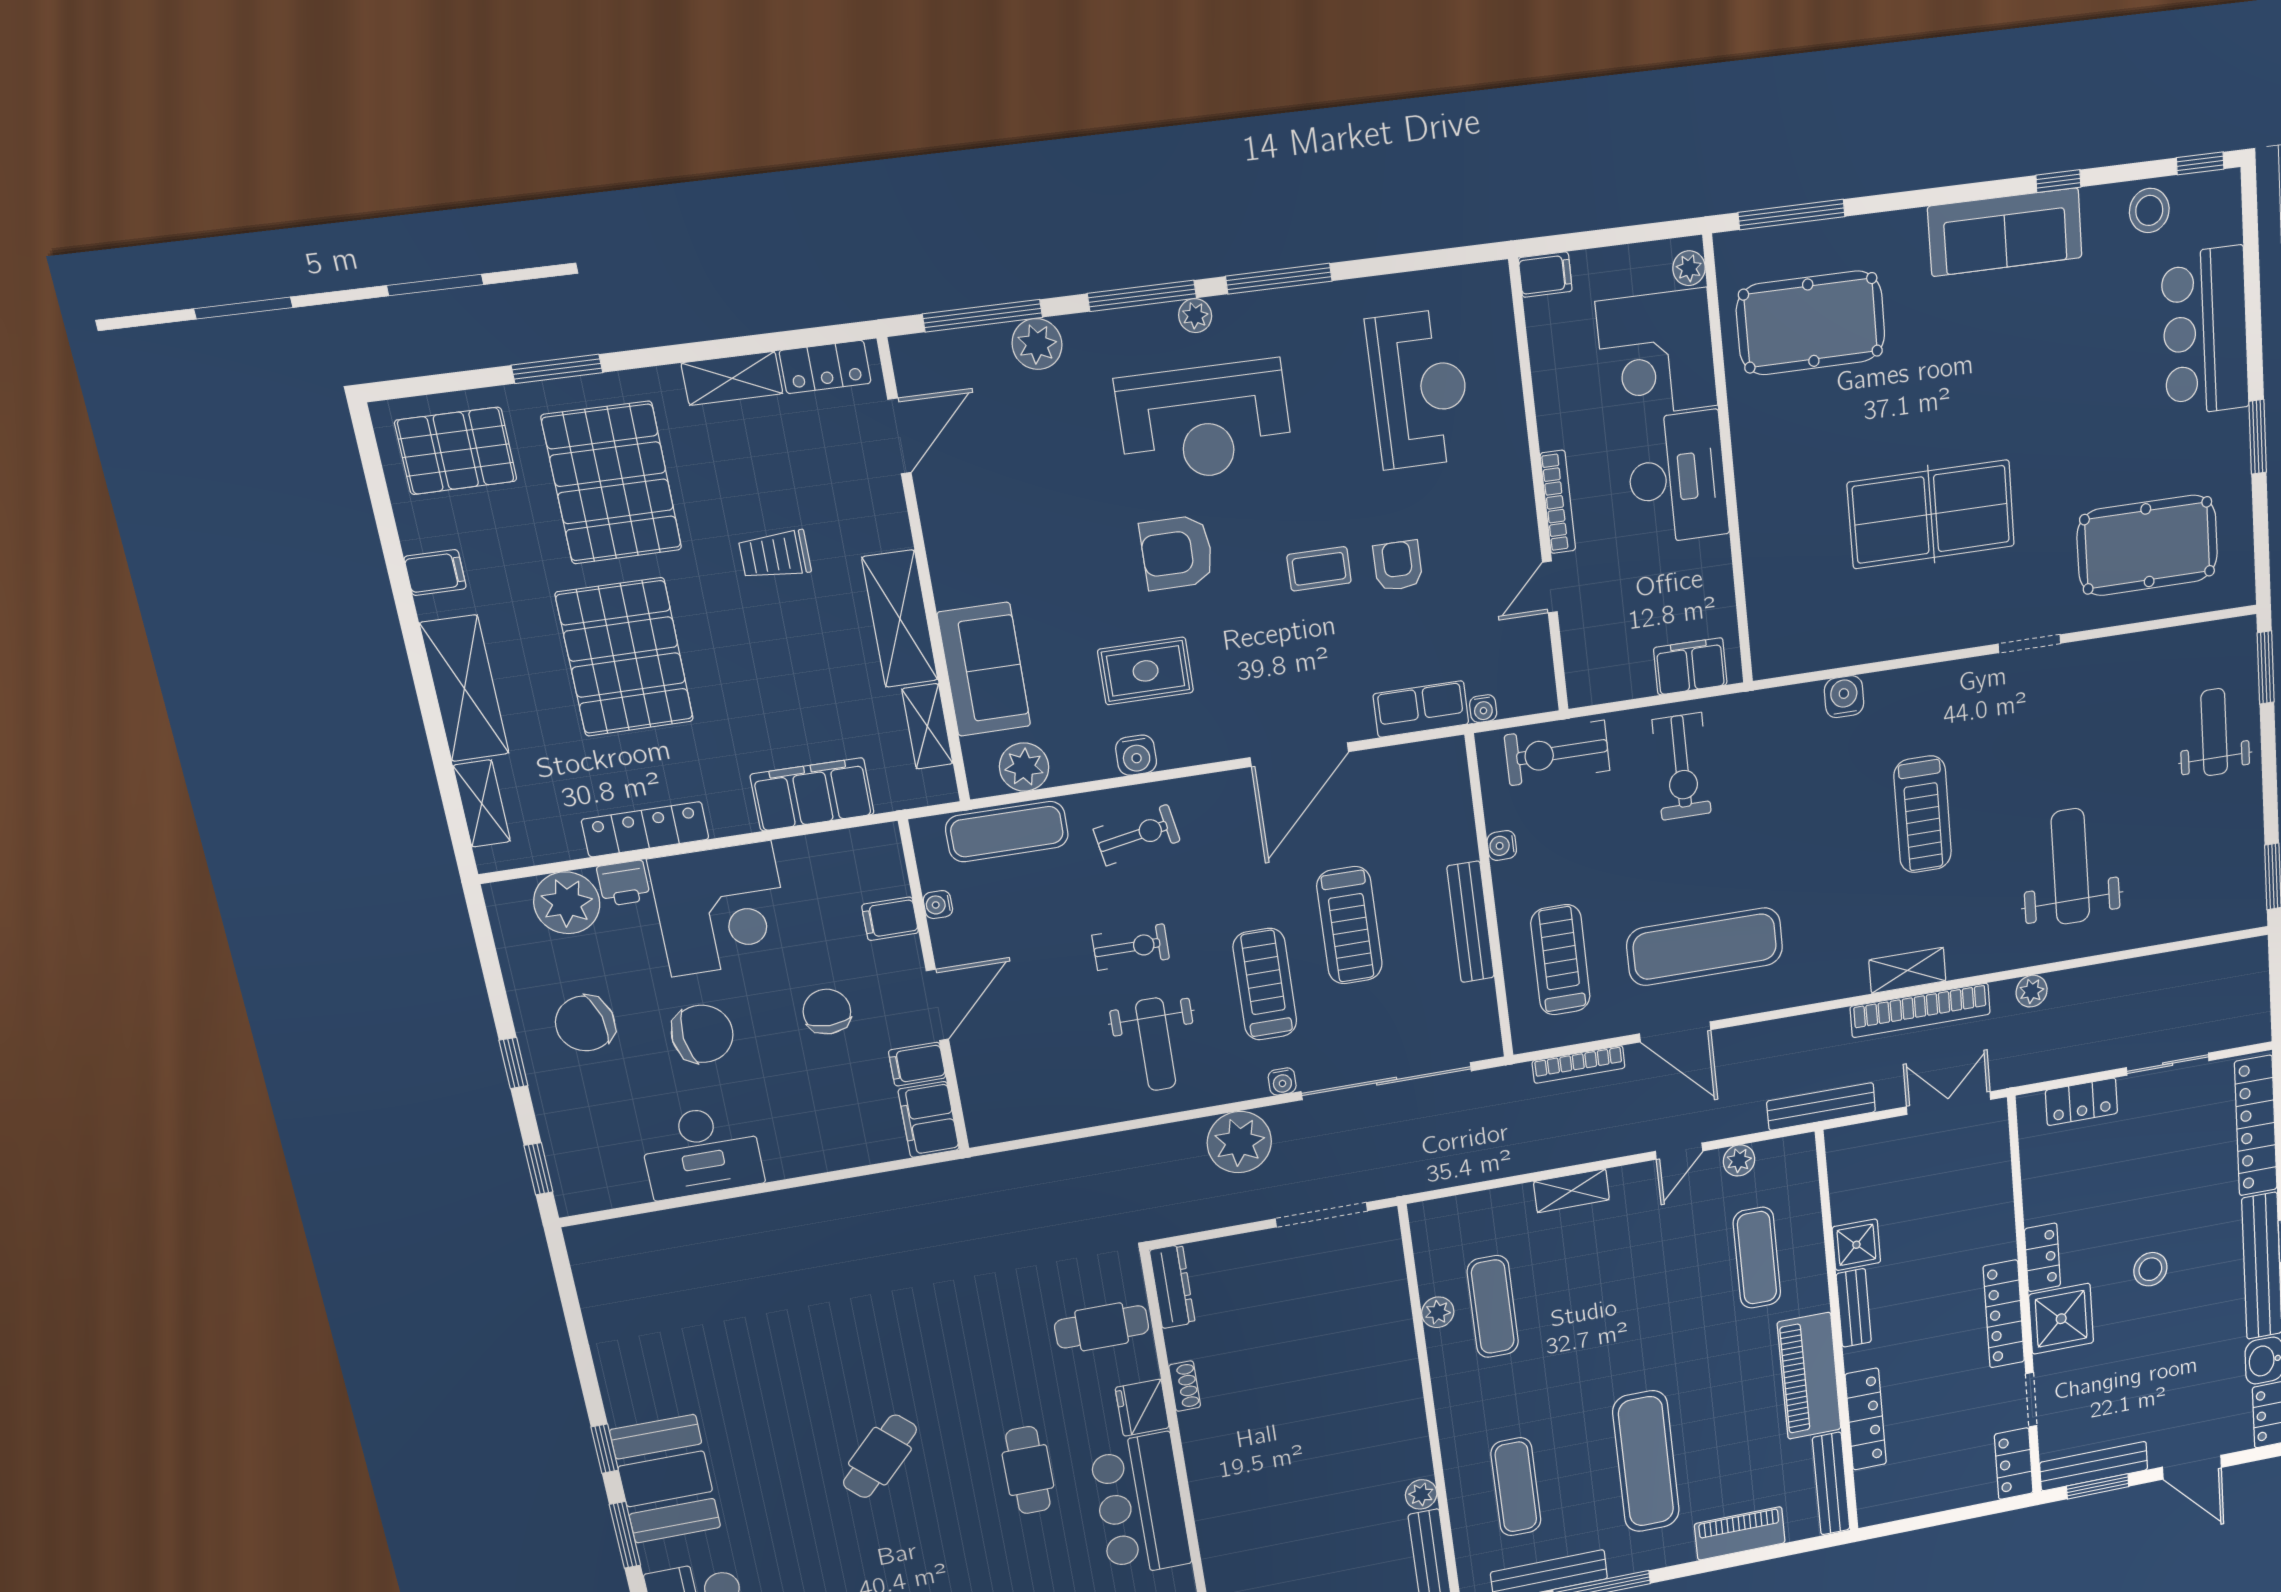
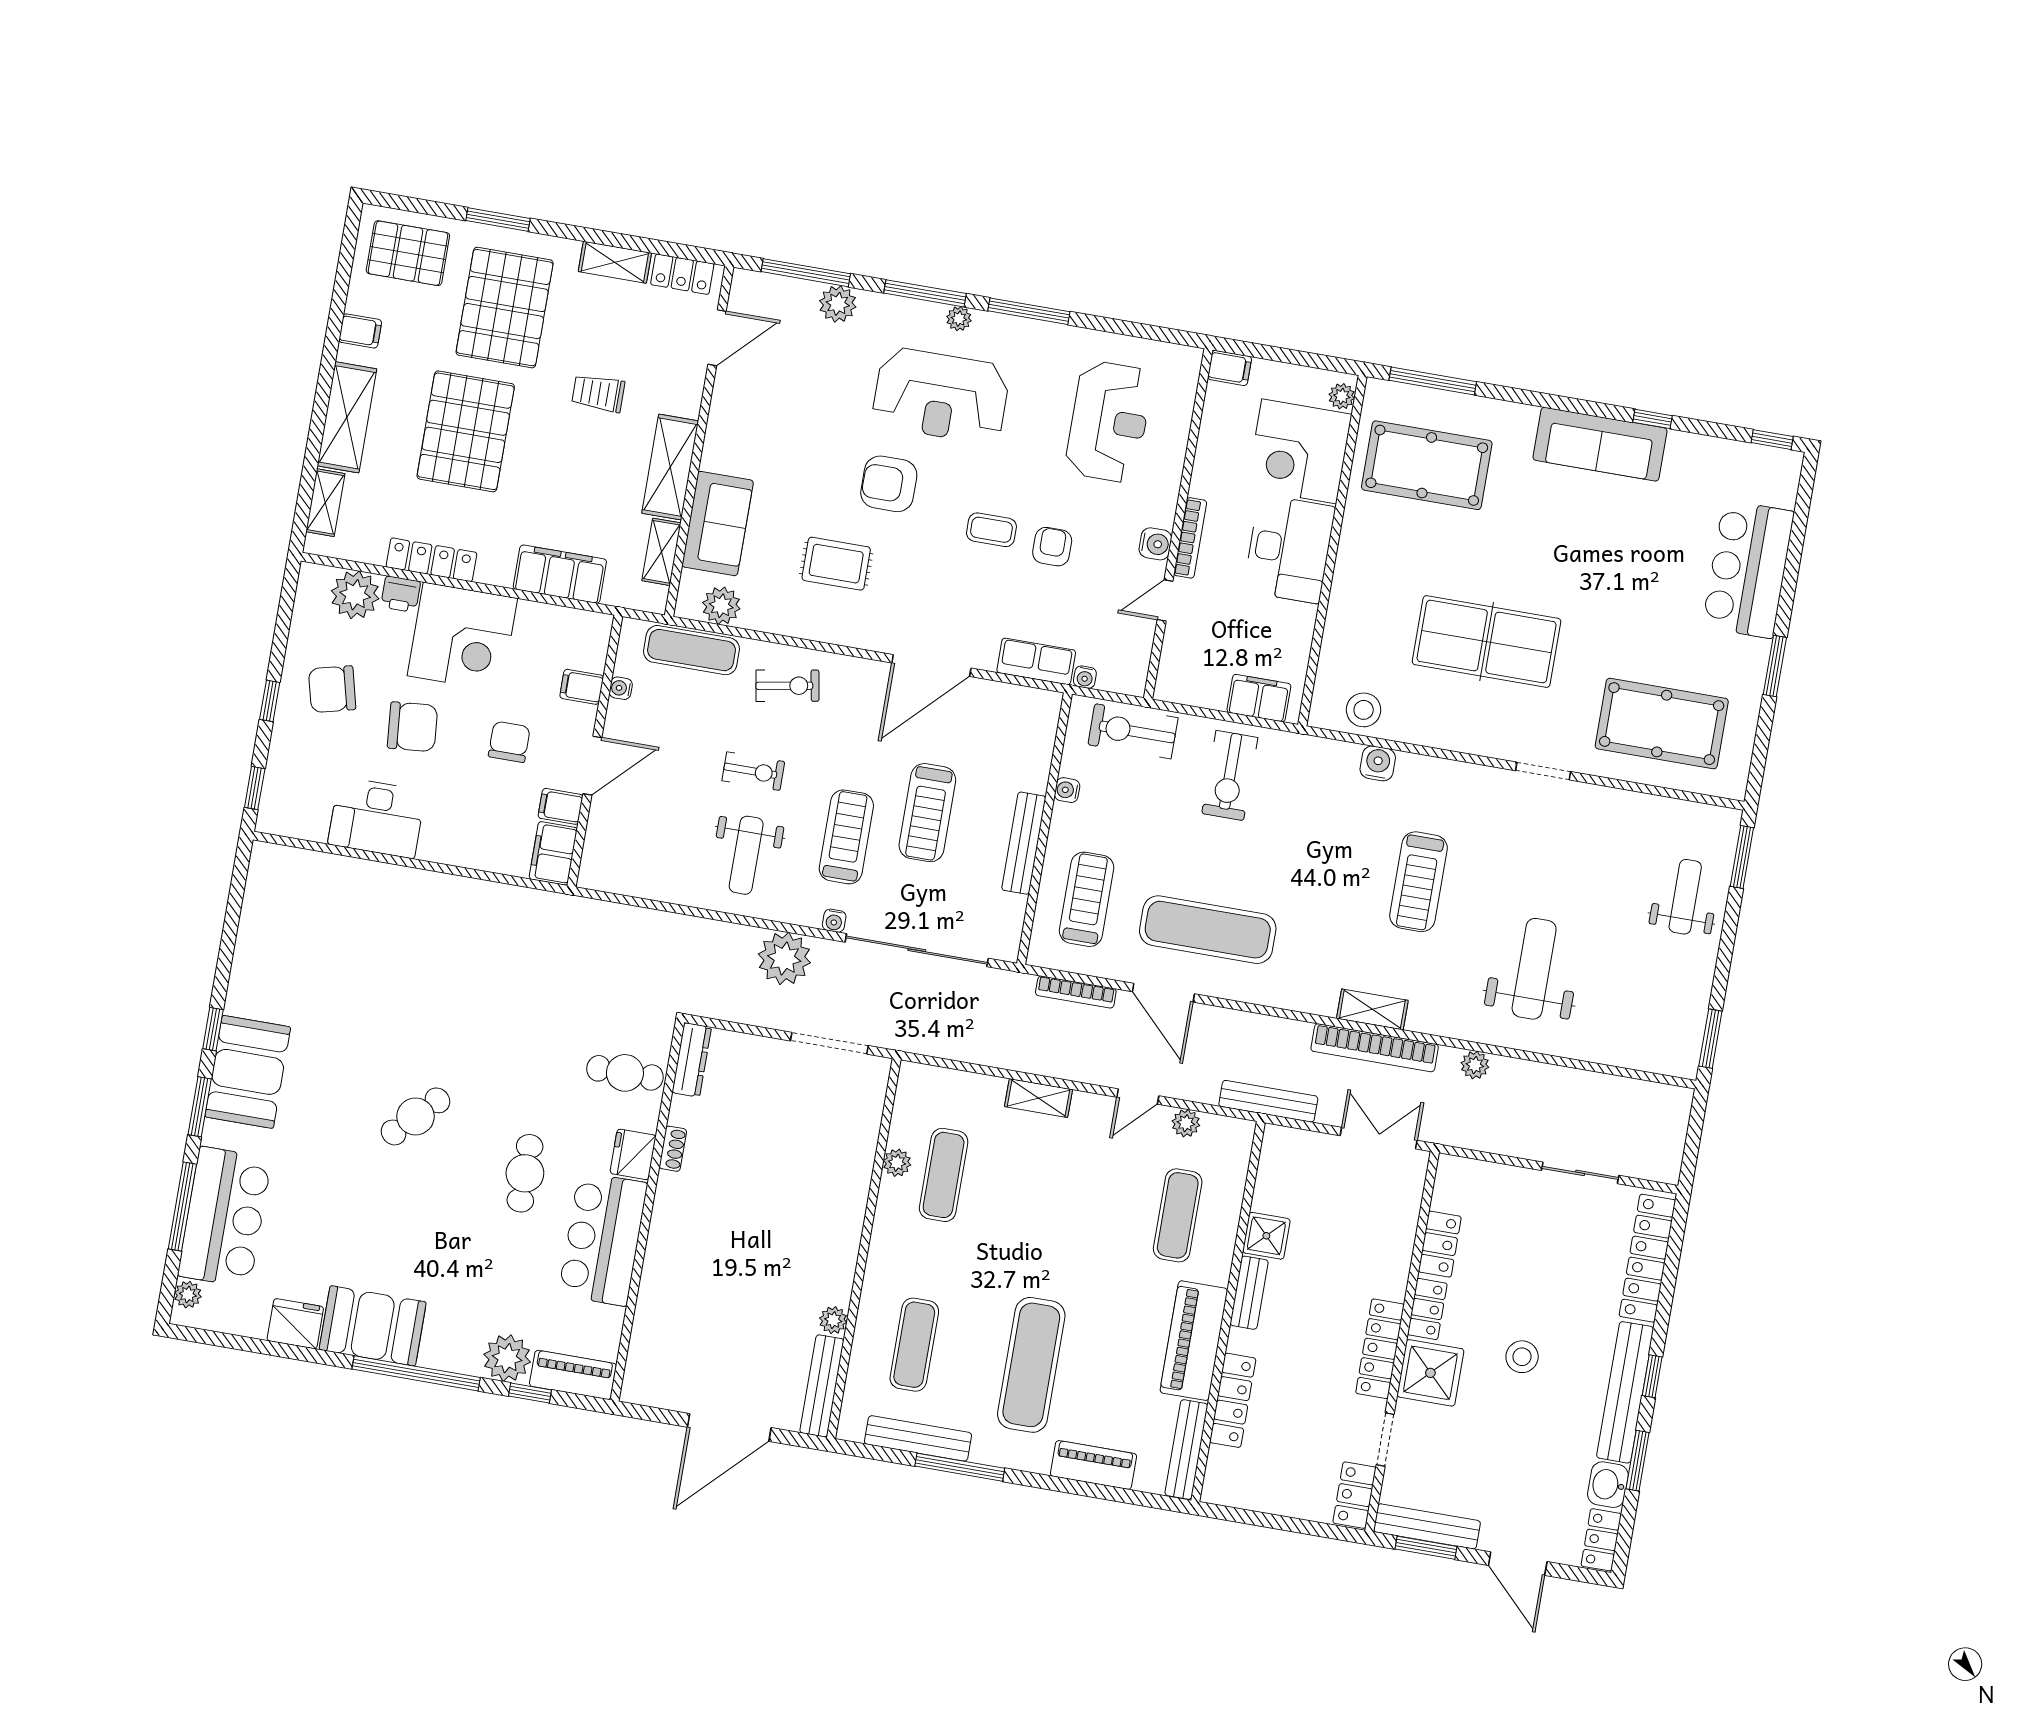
stool: (2149, 210) -> (1364, 710), moved
water cooler: (1136, 755) -> (1155, 544), moved, turned -90
locker: (2081, 1102) -> (1440, 1244), moved, turned -90

